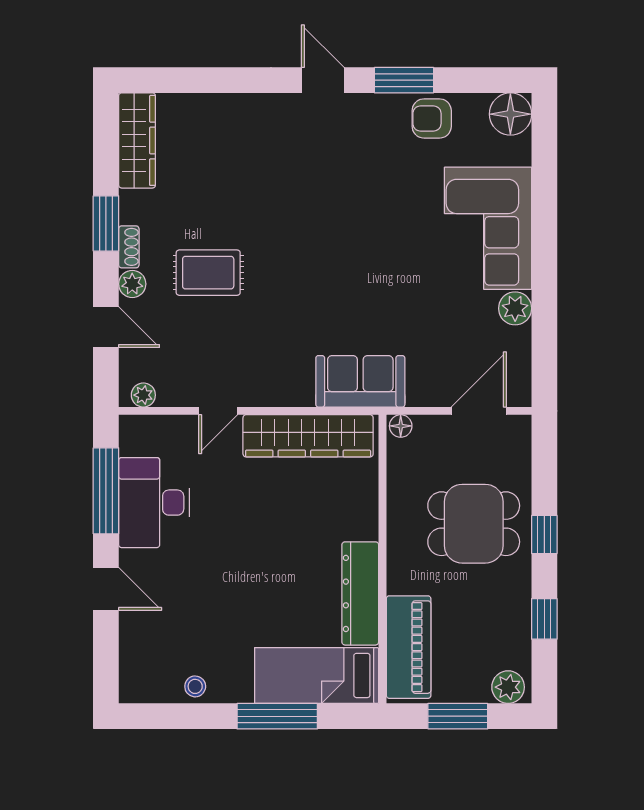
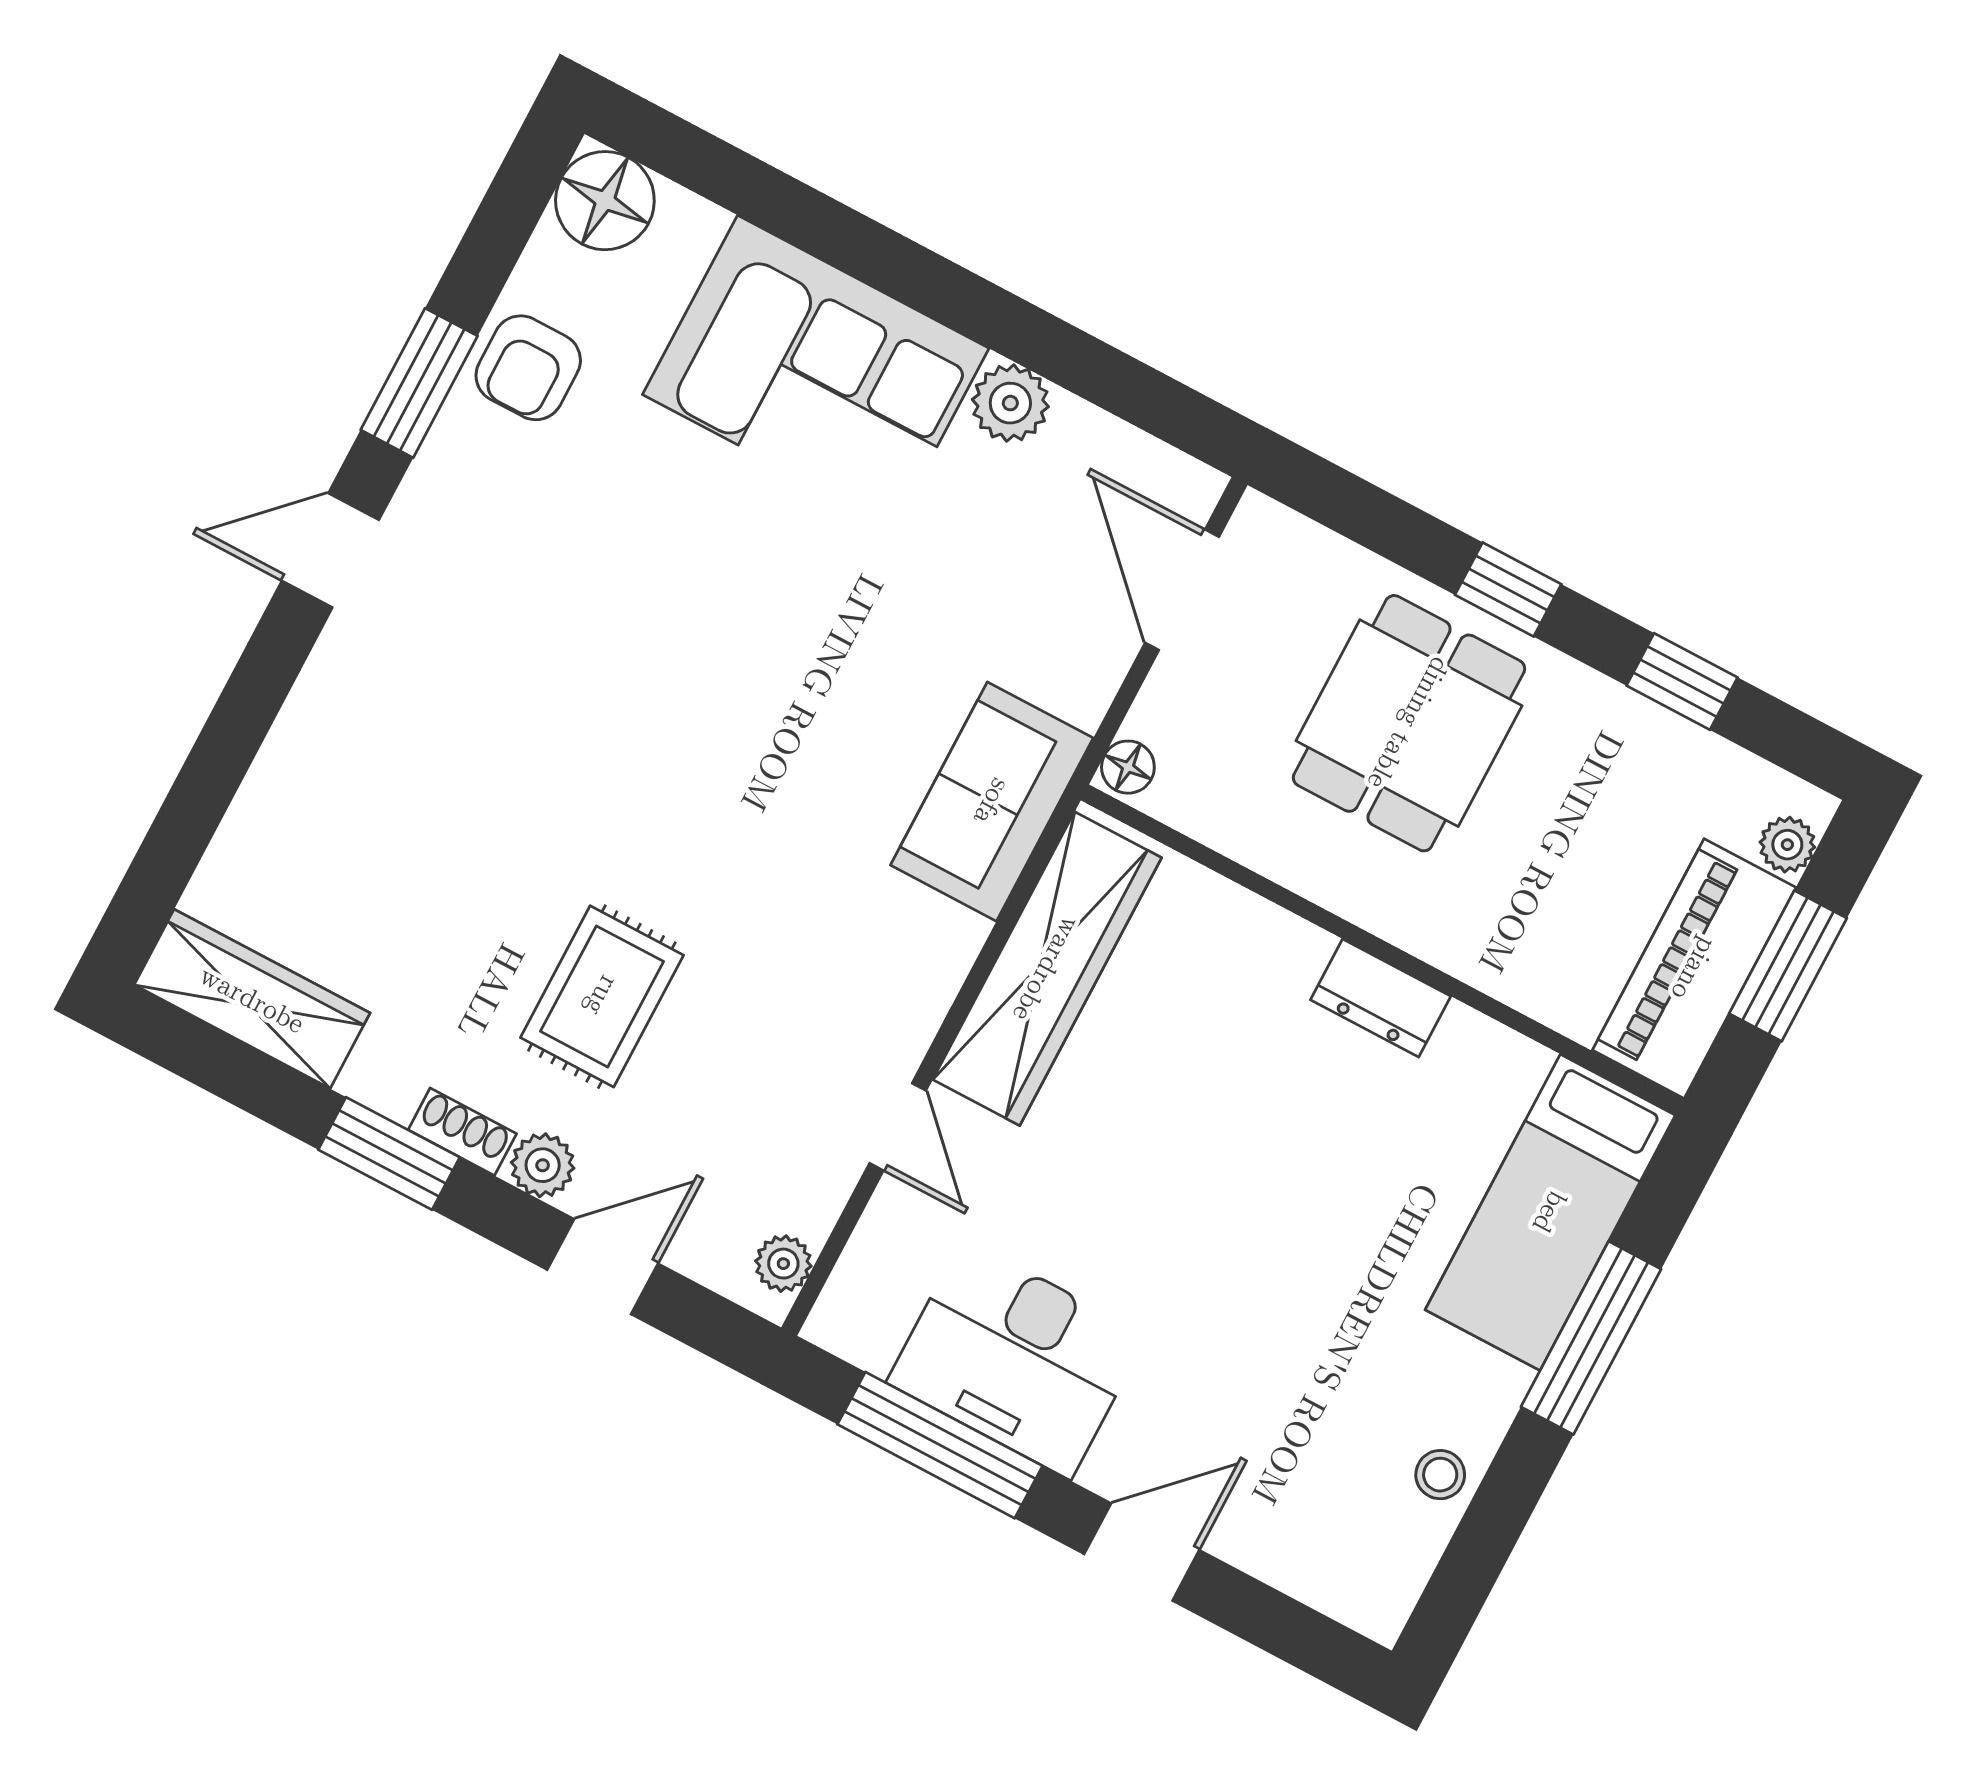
dresser: (360, 593) -> (1381, 998), width x0.51, depth x0.80
piano: (409, 647) -> (1694, 969), moved, turned -90
plant: (508, 687) -> (1787, 845), width x0.73, depth x0.73

